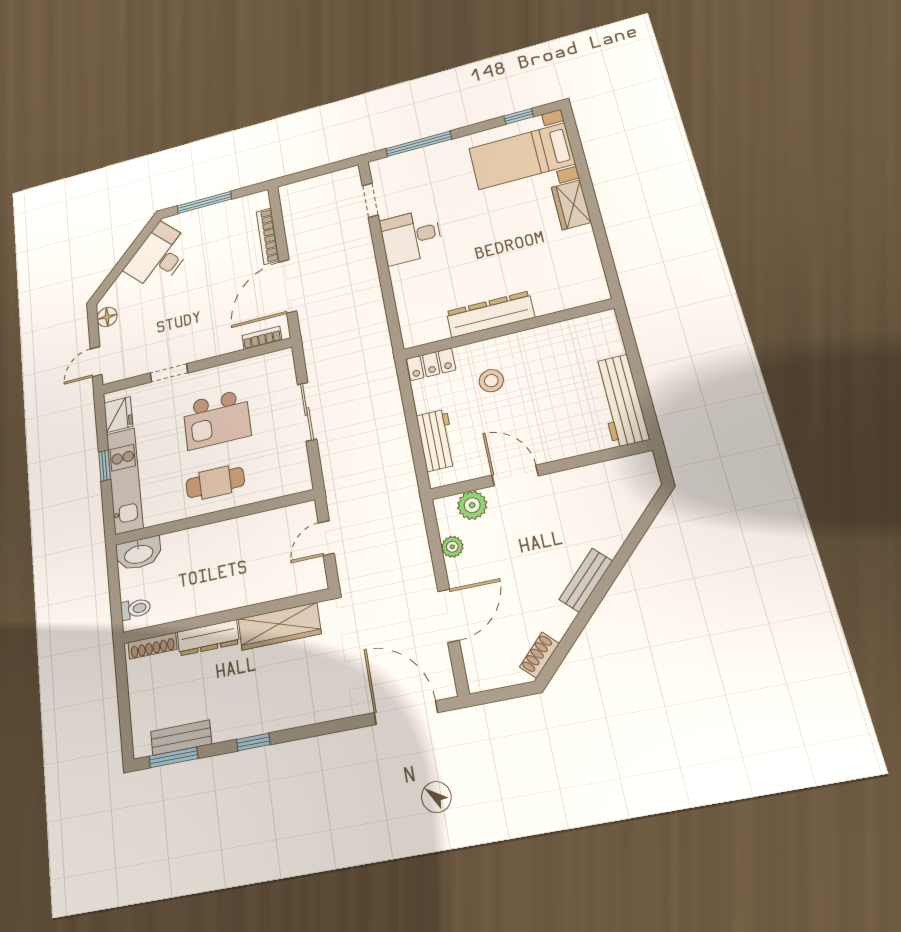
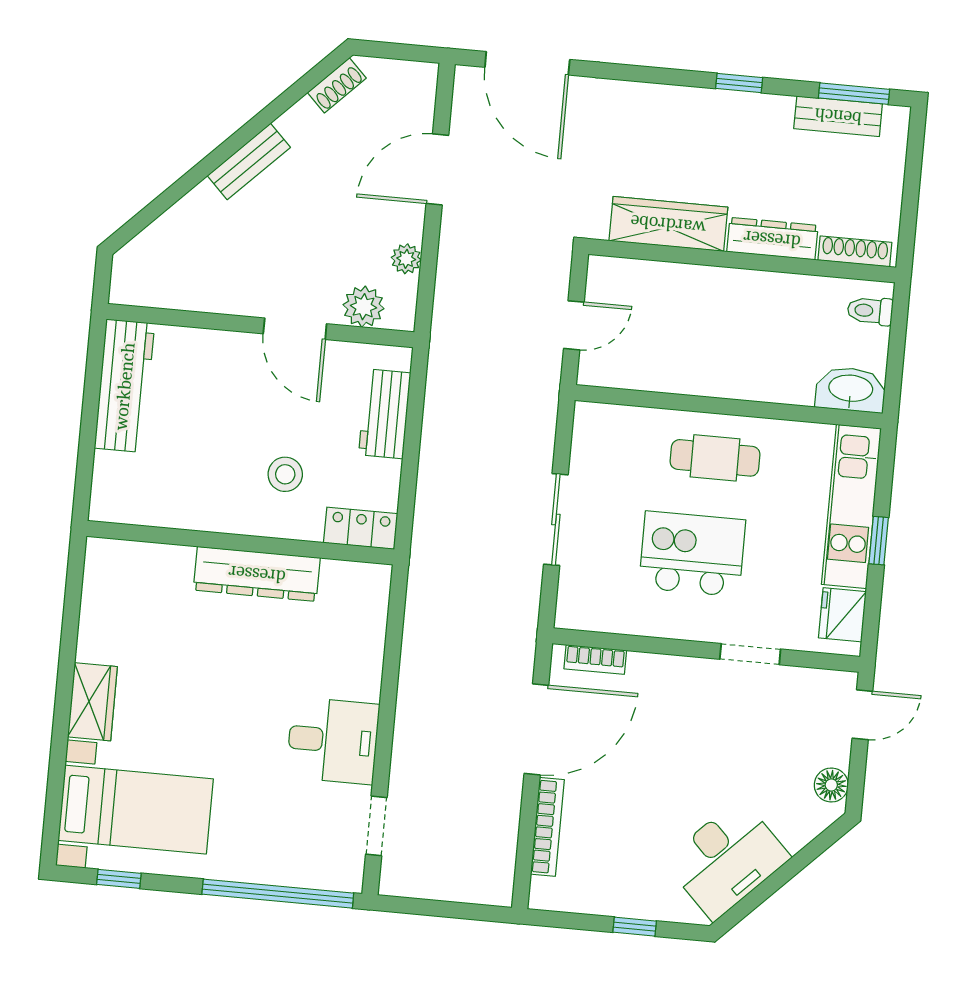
window: (419, 144) -> (278, 894), width x1.46
window: (204, 203) -> (635, 927), width x0.46

